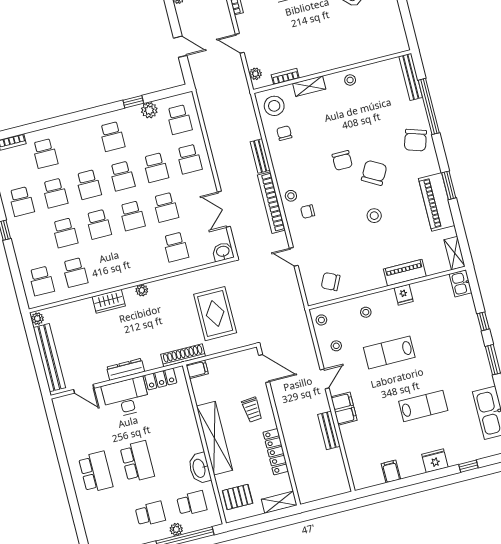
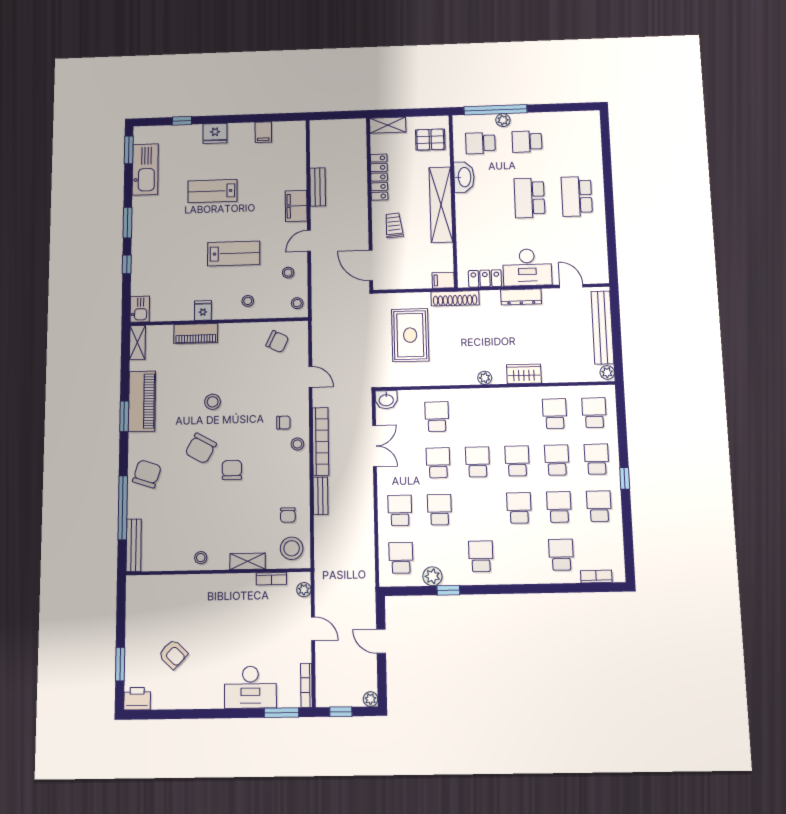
school desk: (122, 176) -> (597, 459), moved

